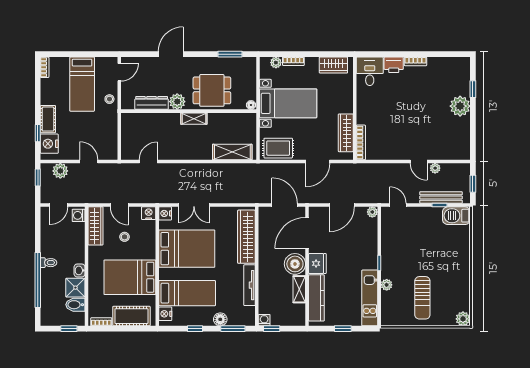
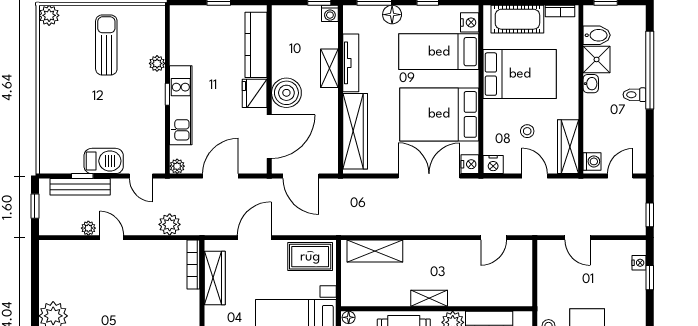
cot: (48, 119) -> (635, 297), removed
nightstand: (49, 144) -> (639, 263), width x0.53, depth x0.56
plant: (60, 171) -> (170, 224), moved
double door: (194, 205) -> (429, 176), width x1.37
barbecue: (456, 216) -> (104, 161), moved
shelving: (299, 289) -> (329, 68), moved
kitchen unit: (370, 298) -> (181, 105), moved

